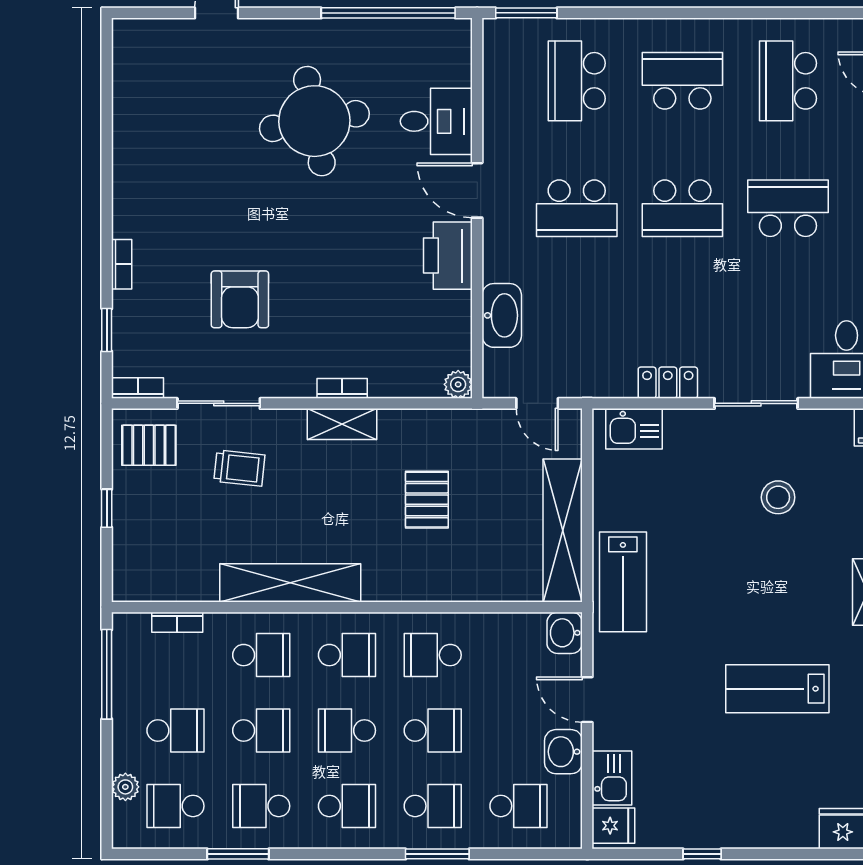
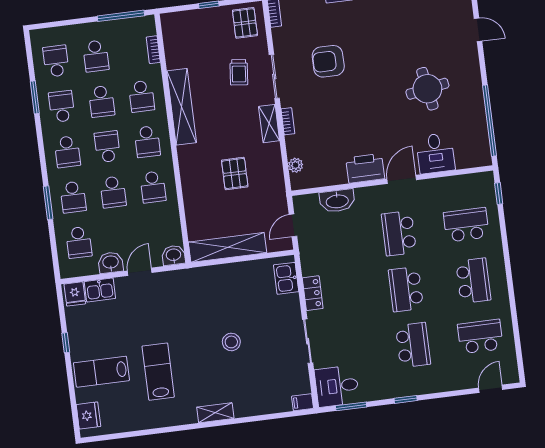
window: (526, 13) -> (499, 194), width x0.67
round table: (314, 121) -> (427, 89), width x0.73, depth x0.73
plant: (458, 384) -> (296, 165), moved
sliding door: (219, 403) -> (274, 76), moved
stool: (778, 497) -> (231, 342), moved
pallet: (427, 500) -> (235, 173), turned 90
lab bench: (623, 582) -> (101, 372), moved
school desk: (433, 655) -> (153, 187), turned 180
plant: (125, 787) -> (63, 33), removed

